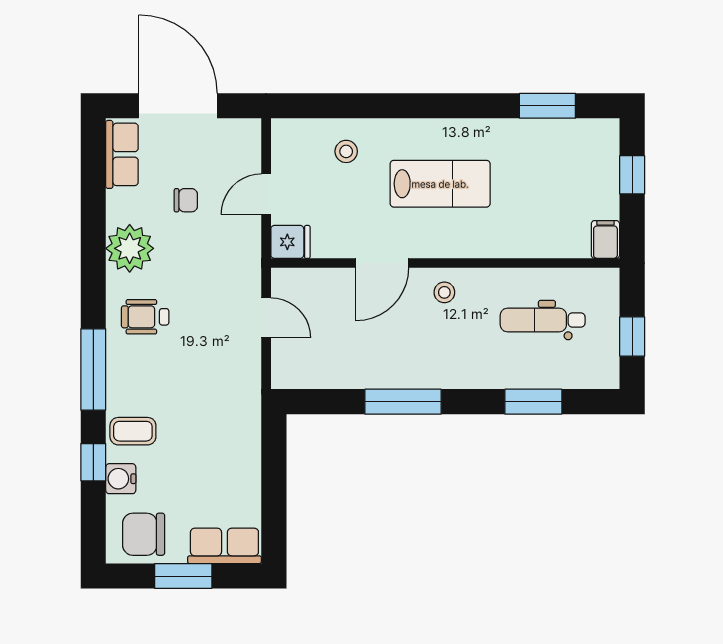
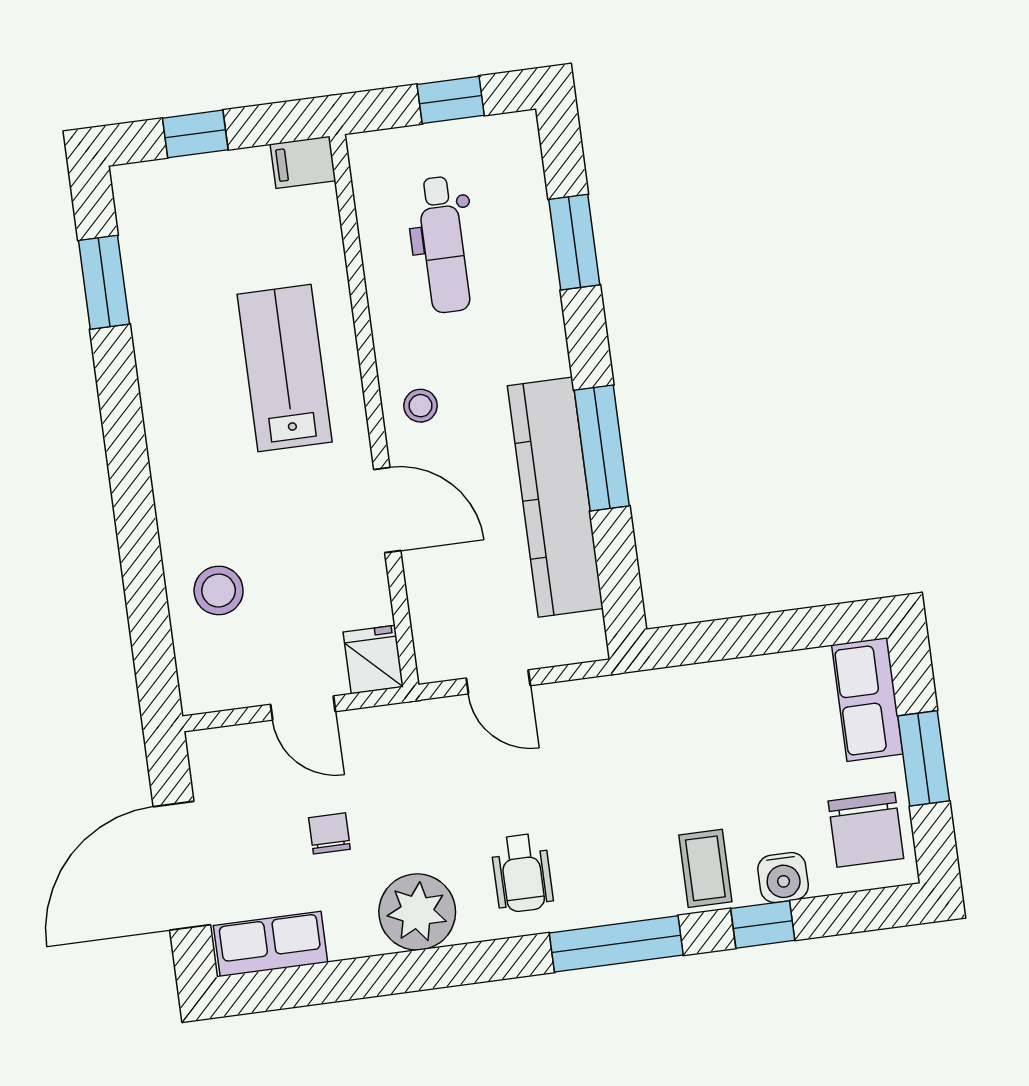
stool: (346, 151) -> (219, 590), width x1.37, depth x1.37
lab bench: (440, 184) -> (285, 368), moved
door: (266, 318) -> (498, 682), swing flipped
kitchen counter: (376, 369) -> (555, 497), added

